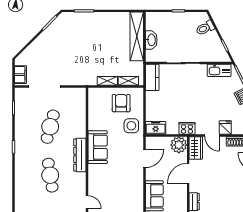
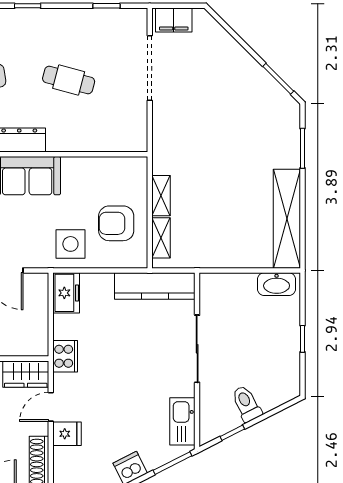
toilet: (205, 28) -> (246, 404), moved
shelving: (137, 36) -> (287, 219), moved, turned 90
washbasin: (151, 40) -> (277, 284), moved
kitchen counter: (152, 77) -> (155, 286), width x1.50
armchair: (121, 103) -> (116, 223), turned 180
cafe table: (50, 127) -> (69, 80), width x0.73, depth x0.74
plant: (179, 145) -> (32, 340), removed

